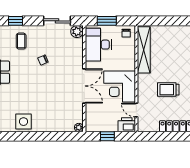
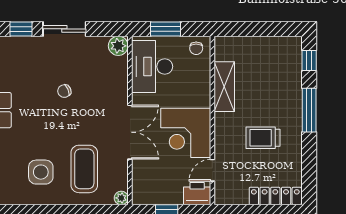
sliding door: (57, 21) -> (64, 29), moved
coffee table: (21, 41) -> (84, 169), moved, width x1.86, depth x1.72
shelving: (144, 50) -> (224, 87), width x0.68
door: (136, 110) -> (212, 170), hinge flipped
side table: (23, 122) -> (41, 172), moved

